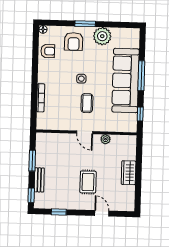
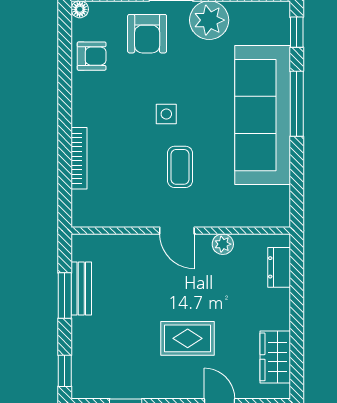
window: (140, 114) -> (297, 32), moved
dresser: (131, 151) -> (279, 267), added
wardrobe: (129, 173) -> (275, 357), moved
bench: (39, 180) -> (81, 289), moved
rug: (88, 182) -> (188, 338), turned 90

